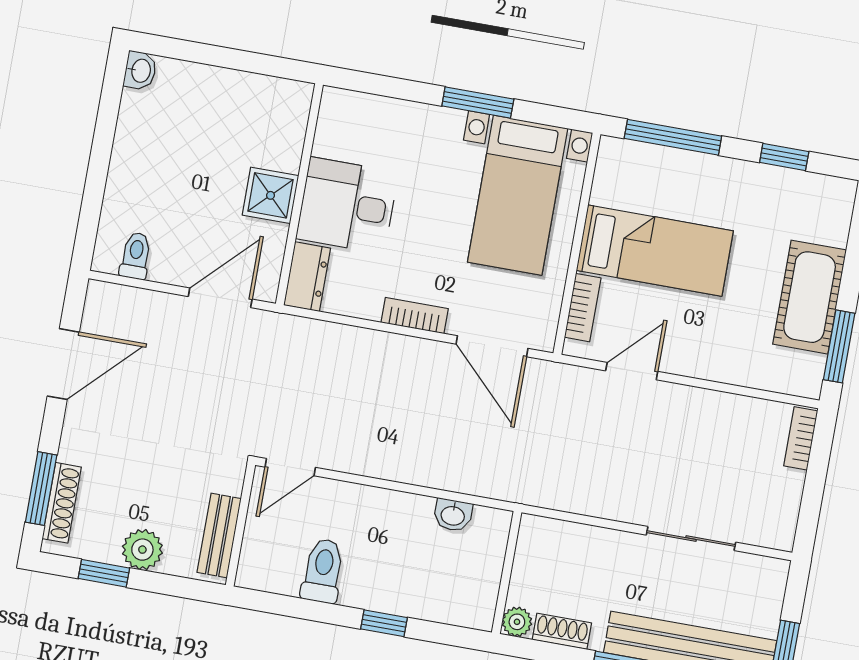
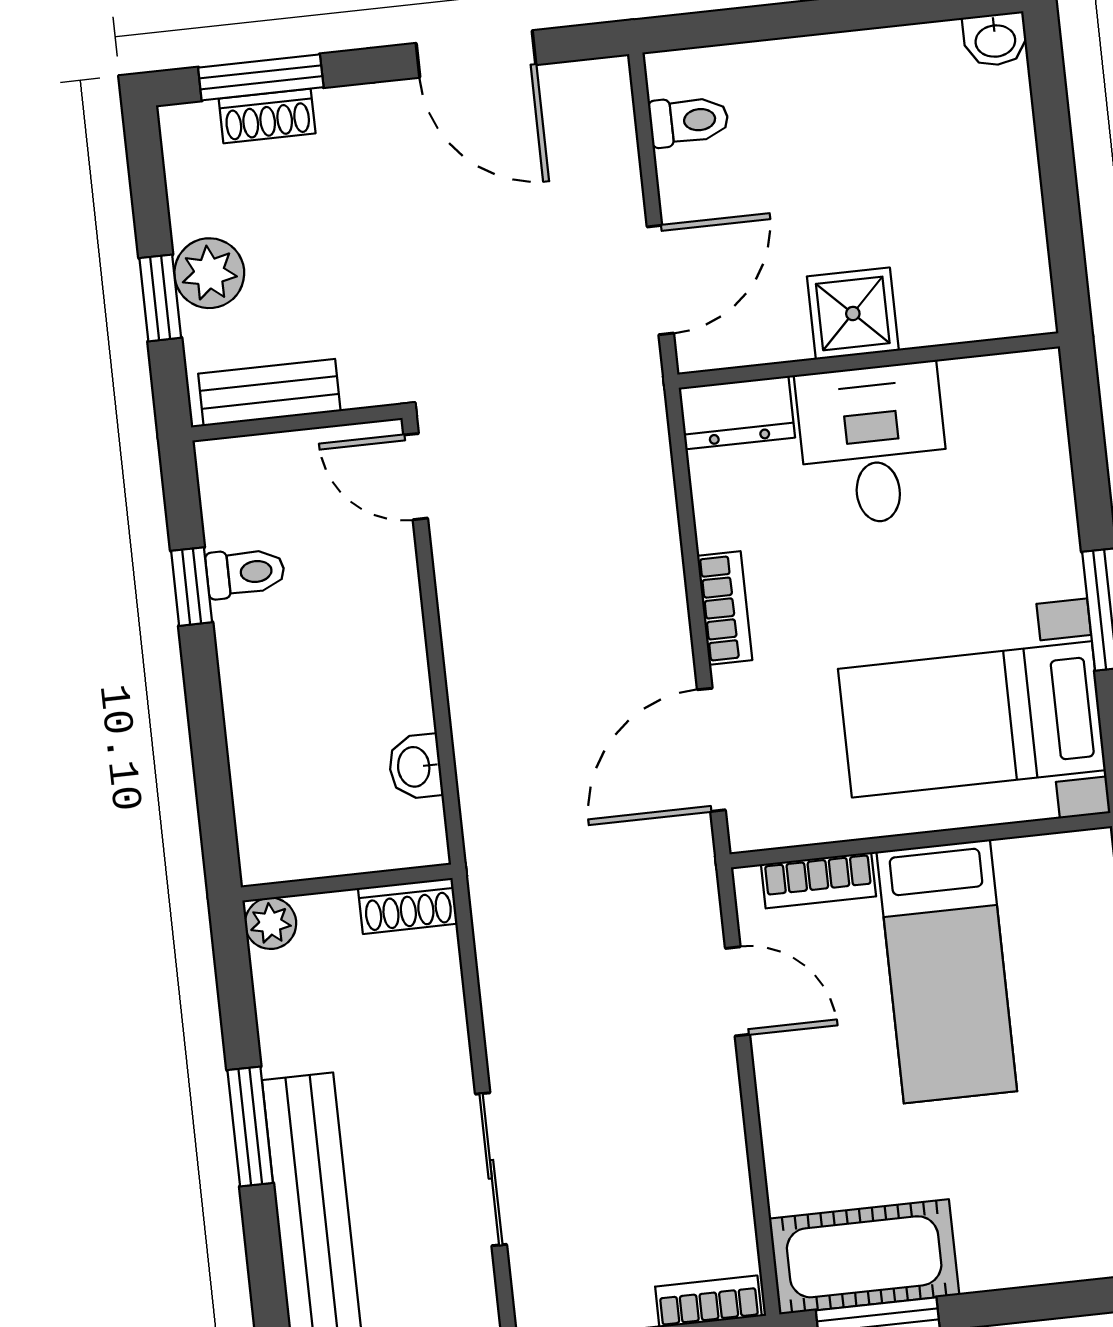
cot: (810, 297) -> (864, 1257), moved
door: (220, 298) -> (660, 280), hinge flipped
shoe rack: (62, 503) -> (267, 116), width x0.70
toilet: (323, 571) -> (245, 573), width x0.73, depth x0.72
window: (104, 573) -> (160, 298), moved
window: (384, 623) -> (192, 587), moved
shoe rack: (562, 631) -> (408, 906), moved, turned 90

